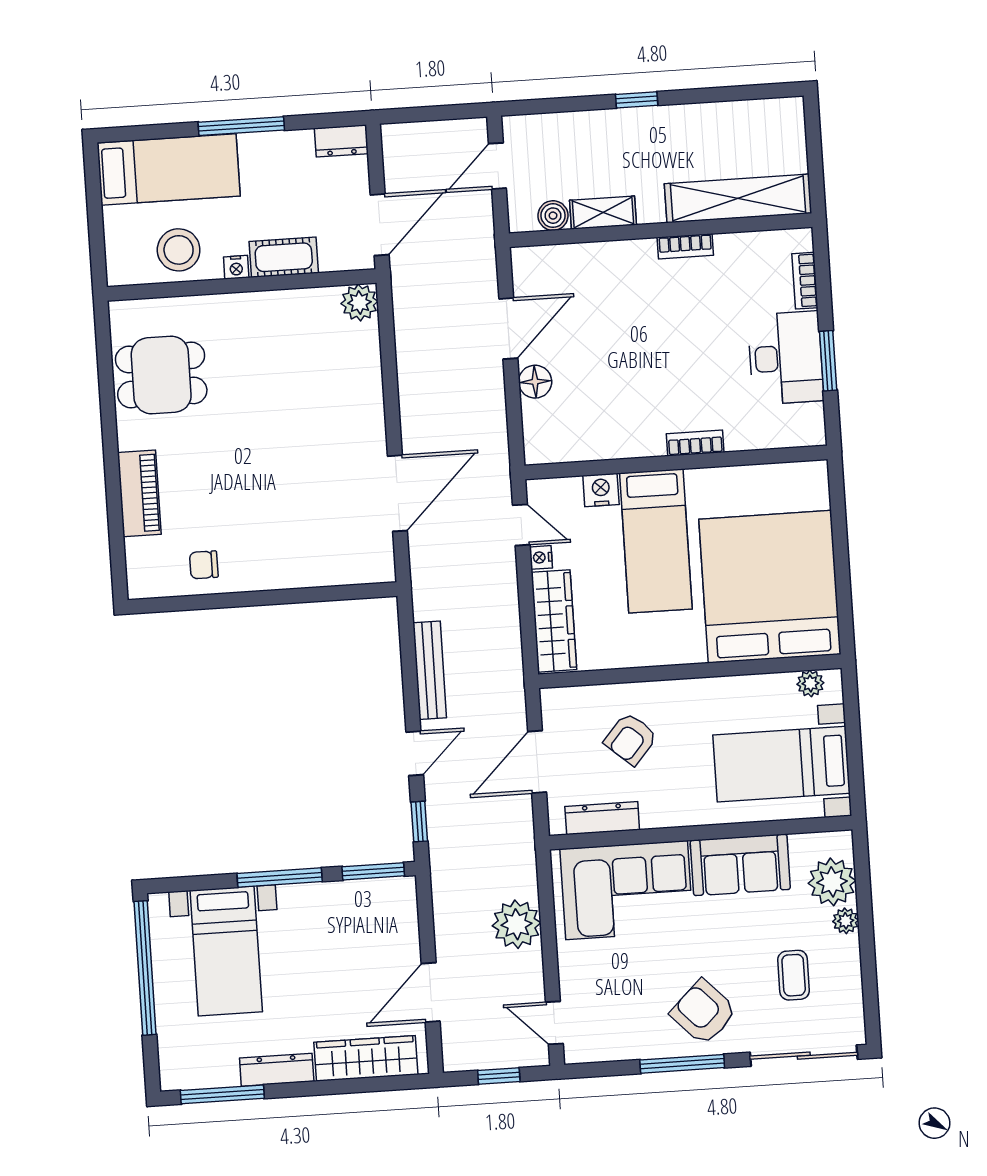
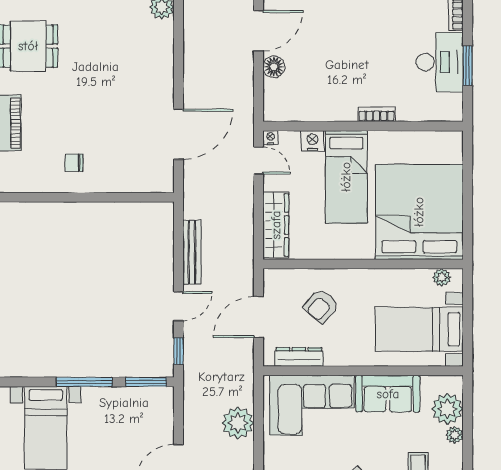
nightstand: (541, 557) -> (270, 138), moved, turned 90
chair: (204, 565) -> (74, 163), moved

